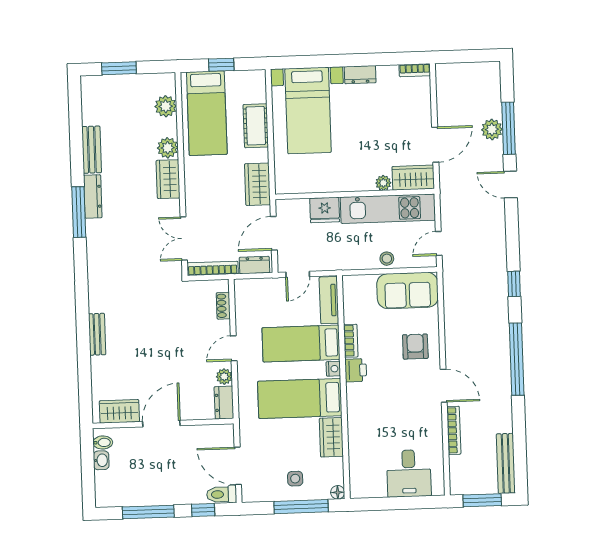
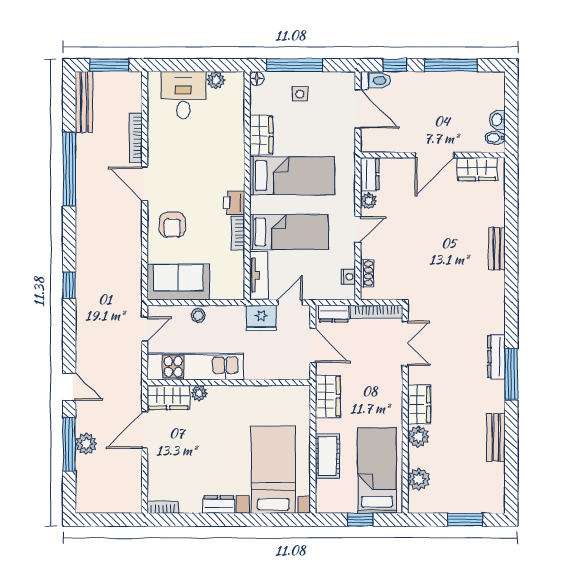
dresser: (93, 196) -> (496, 357), moved
fridge: (325, 210) -> (261, 318), moved, turned 180
door: (274, 233) -> (313, 345), hinge flipped
window: (517, 359) -> (69, 169), moved
nightstand: (333, 369) -> (348, 277), moved, turned 180
plant: (378, 489) -> (216, 80), added

